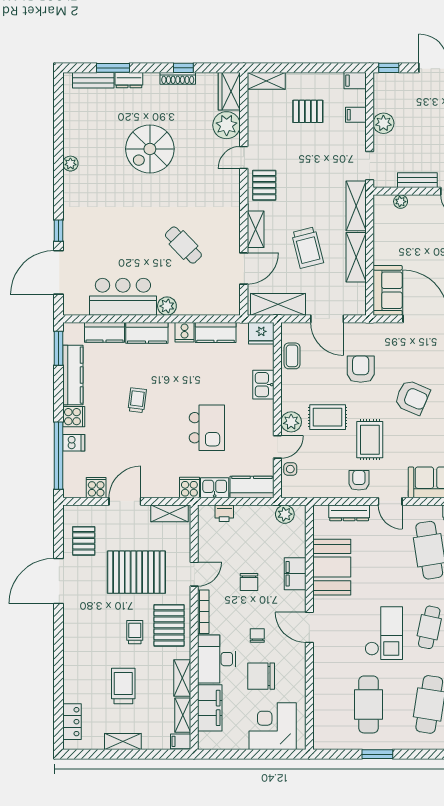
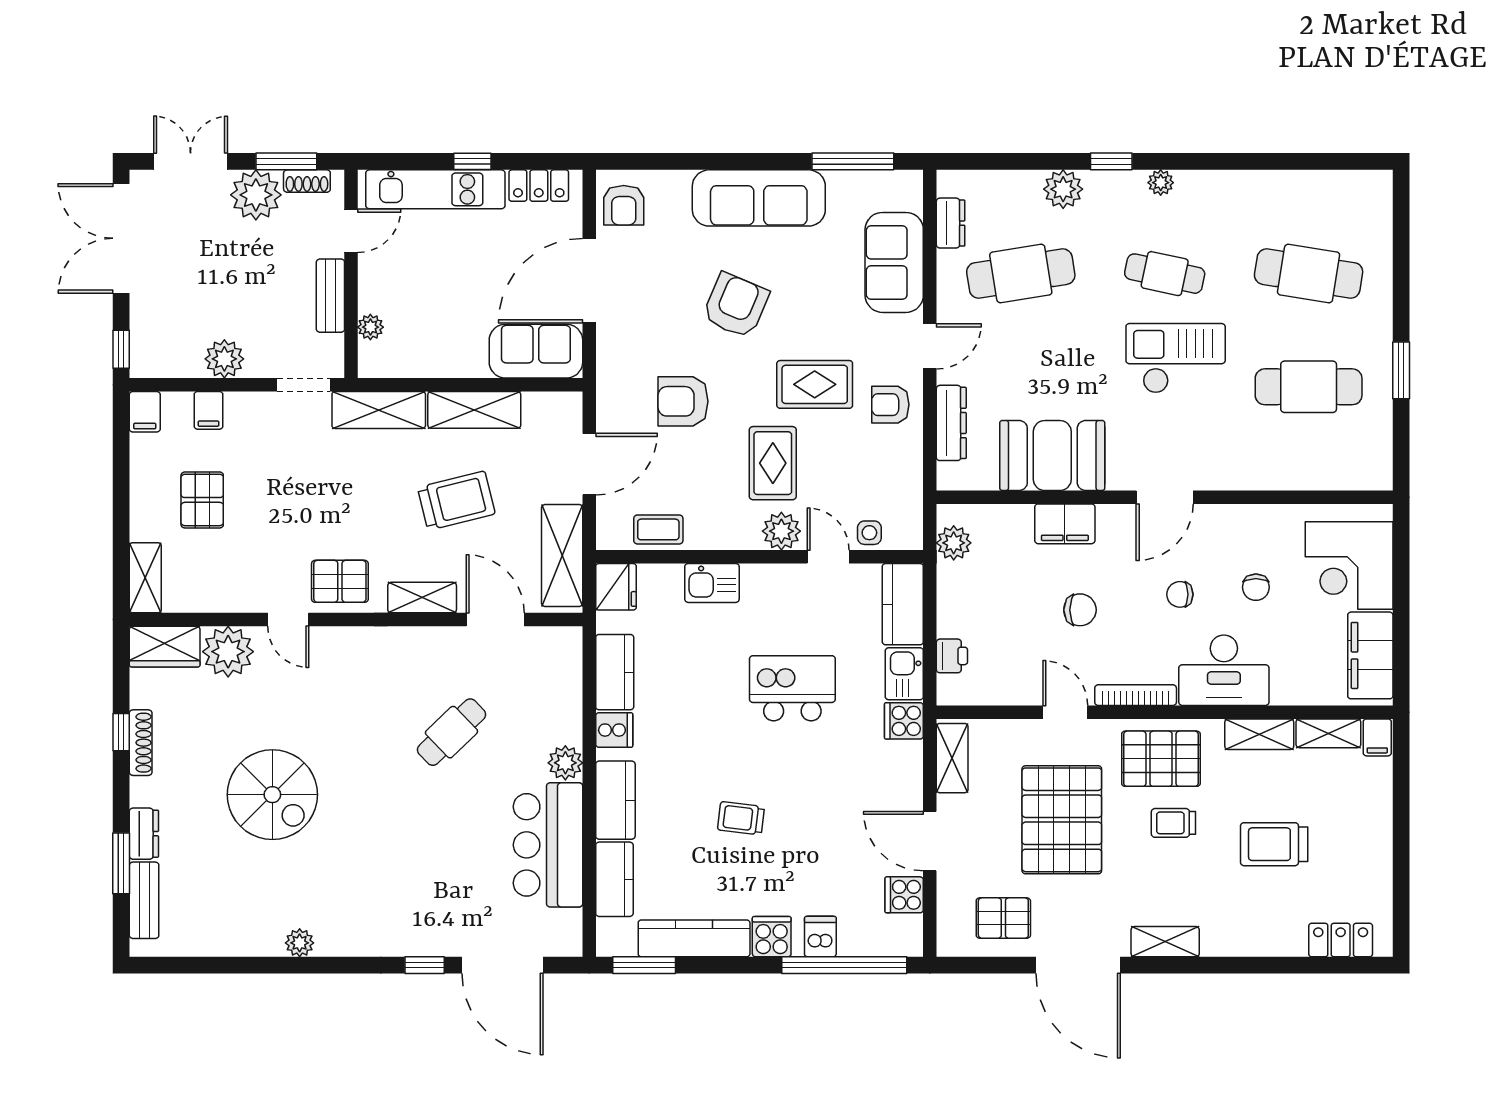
chair: (261, 676) -> (1256, 587), width x0.54, depth x0.54
filing cabinet: (210, 708) -> (1370, 655), moved, turned -90
shelving: (123, 741) -> (1165, 942), moved, turned 90

